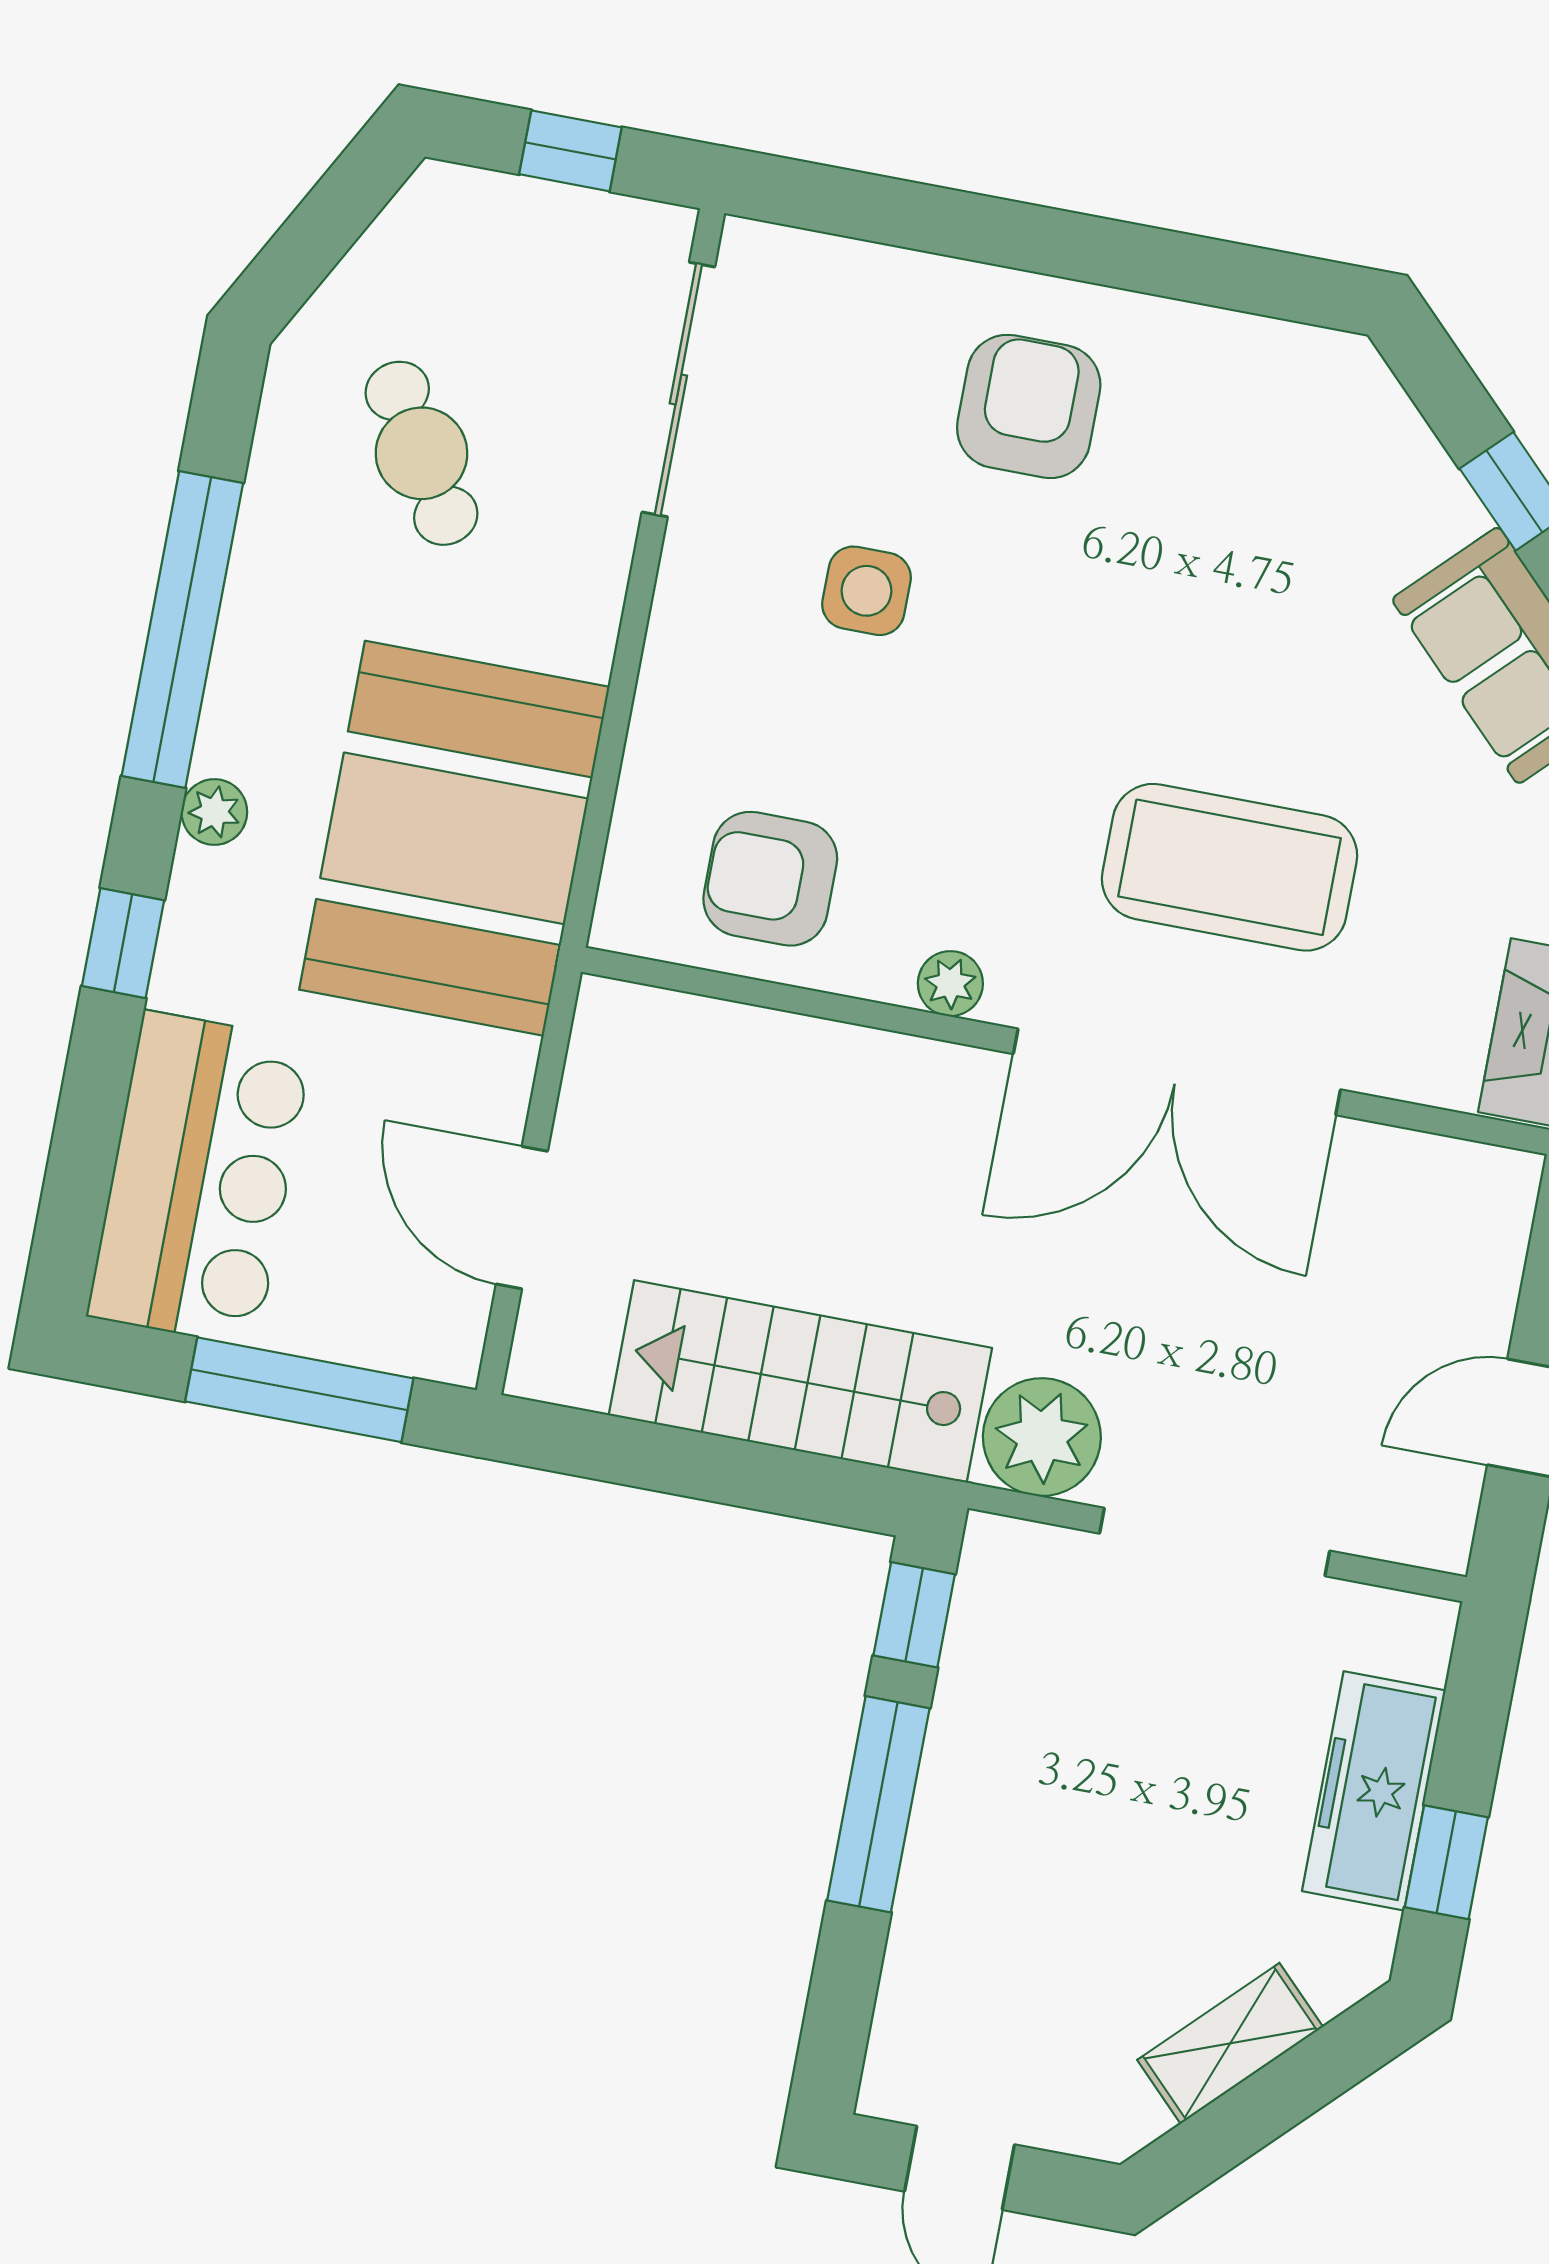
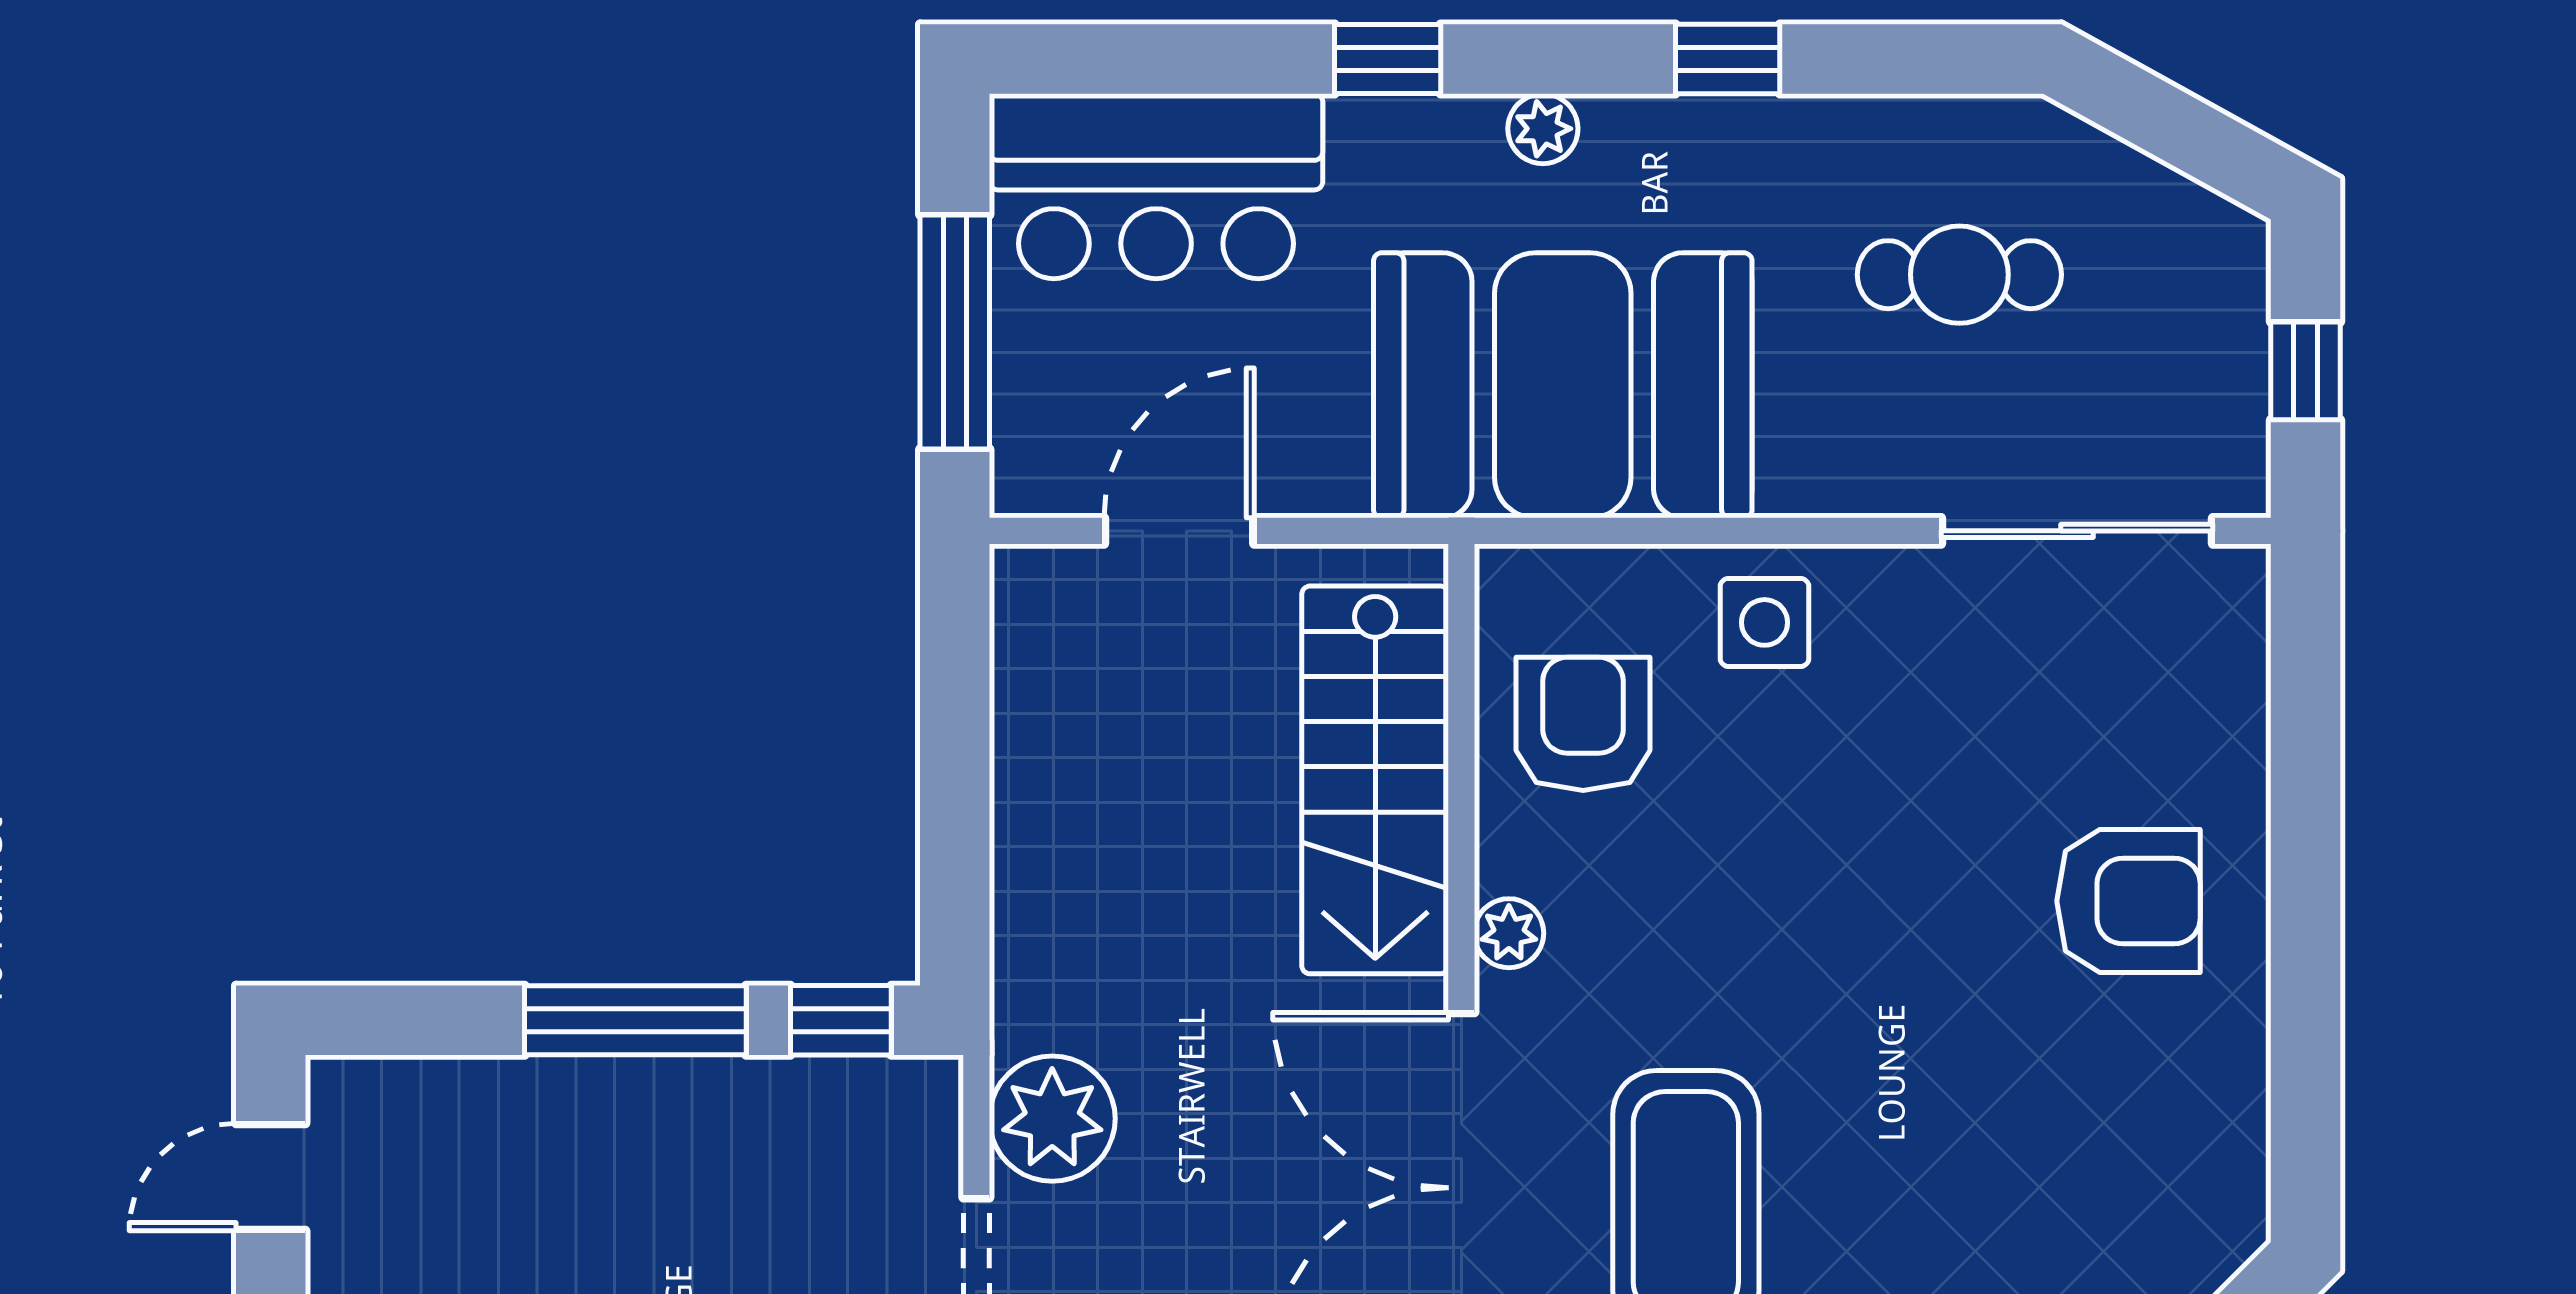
cafe table: (422, 453) -> (1959, 275), turned 32
side table: (866, 591) -> (1765, 622), moved
window: (182, 629) -> (1728, 59), width x0.32
stairs: (800, 1381) -> (1375, 780), moved, turned 180

